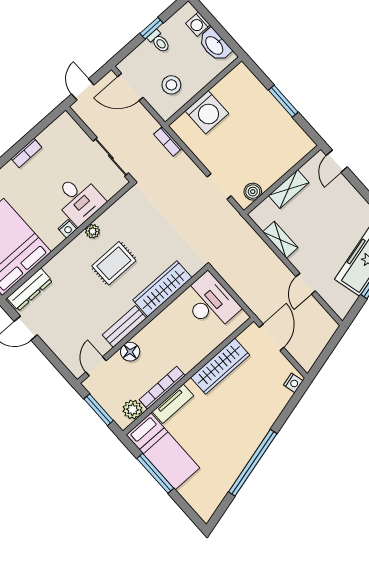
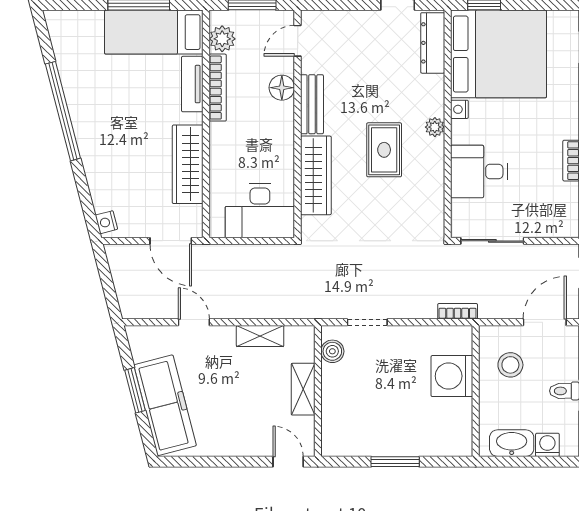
nightstand: (67, 229) -> (459, 109), moved
plant: (93, 231) -> (435, 127), moved
door: (96, 366) -> (298, 41), swing flipped

